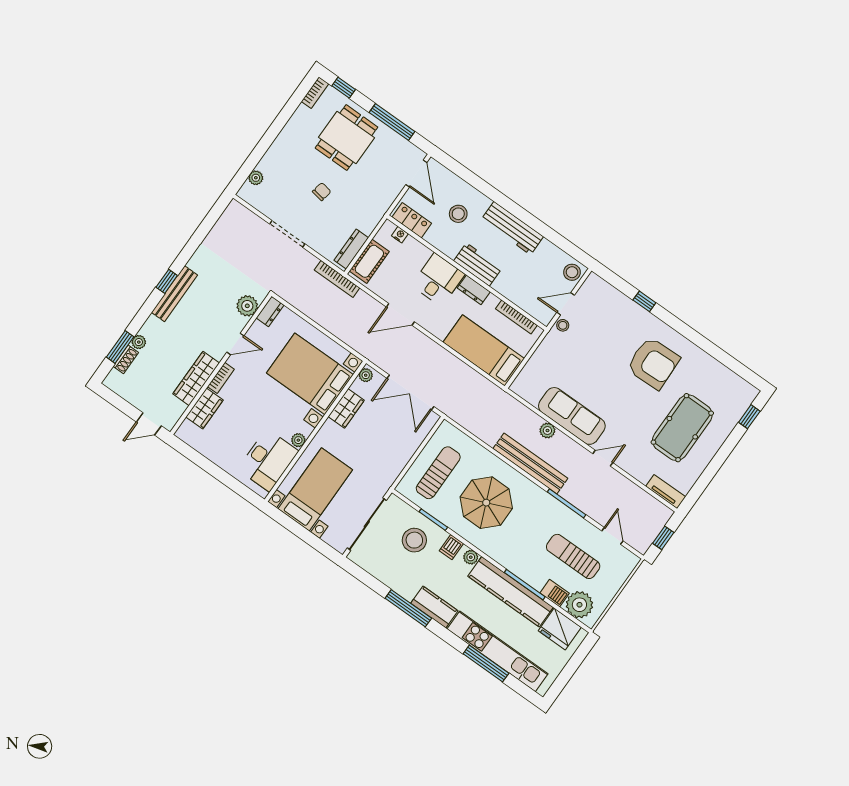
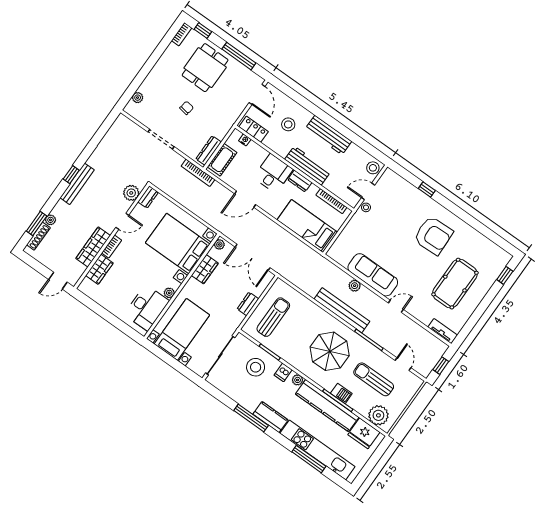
workbench: (478, 264) -> (308, 166), width x1.38
shoe rack: (126, 359) -> (38, 236), width x1.43
dresser: (404, 455) -> (248, 304), added
parasol: (486, 503) -> (330, 351), moved
barbecue: (555, 593) -> (341, 393), moved

